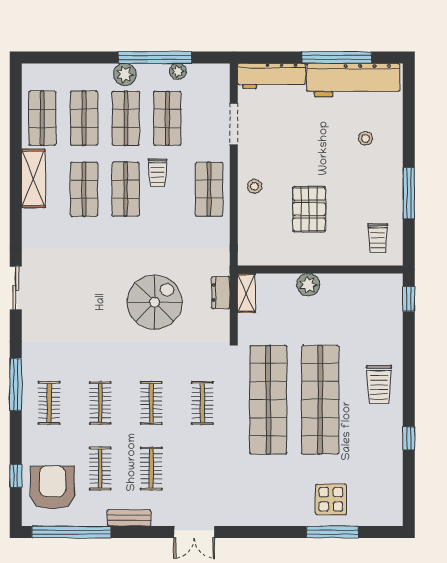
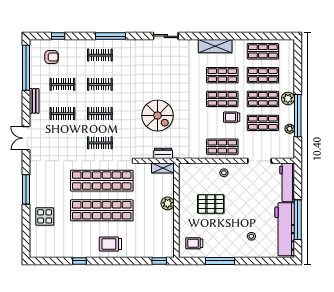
shelving: (33, 178) -> (215, 46), moved
armchair: (52, 487) -> (51, 57), width x0.53, depth x0.53
window: (332, 532) -> (26, 189), moved

